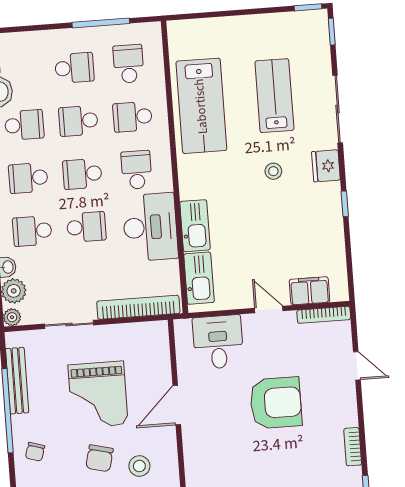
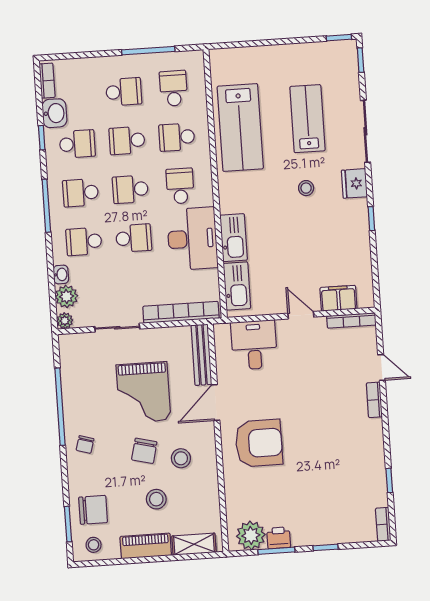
bench: (17, 381) -> (201, 355), moved
armchair: (276, 403) -> (259, 443), moved
bookcase: (353, 447) -> (374, 400), moved

